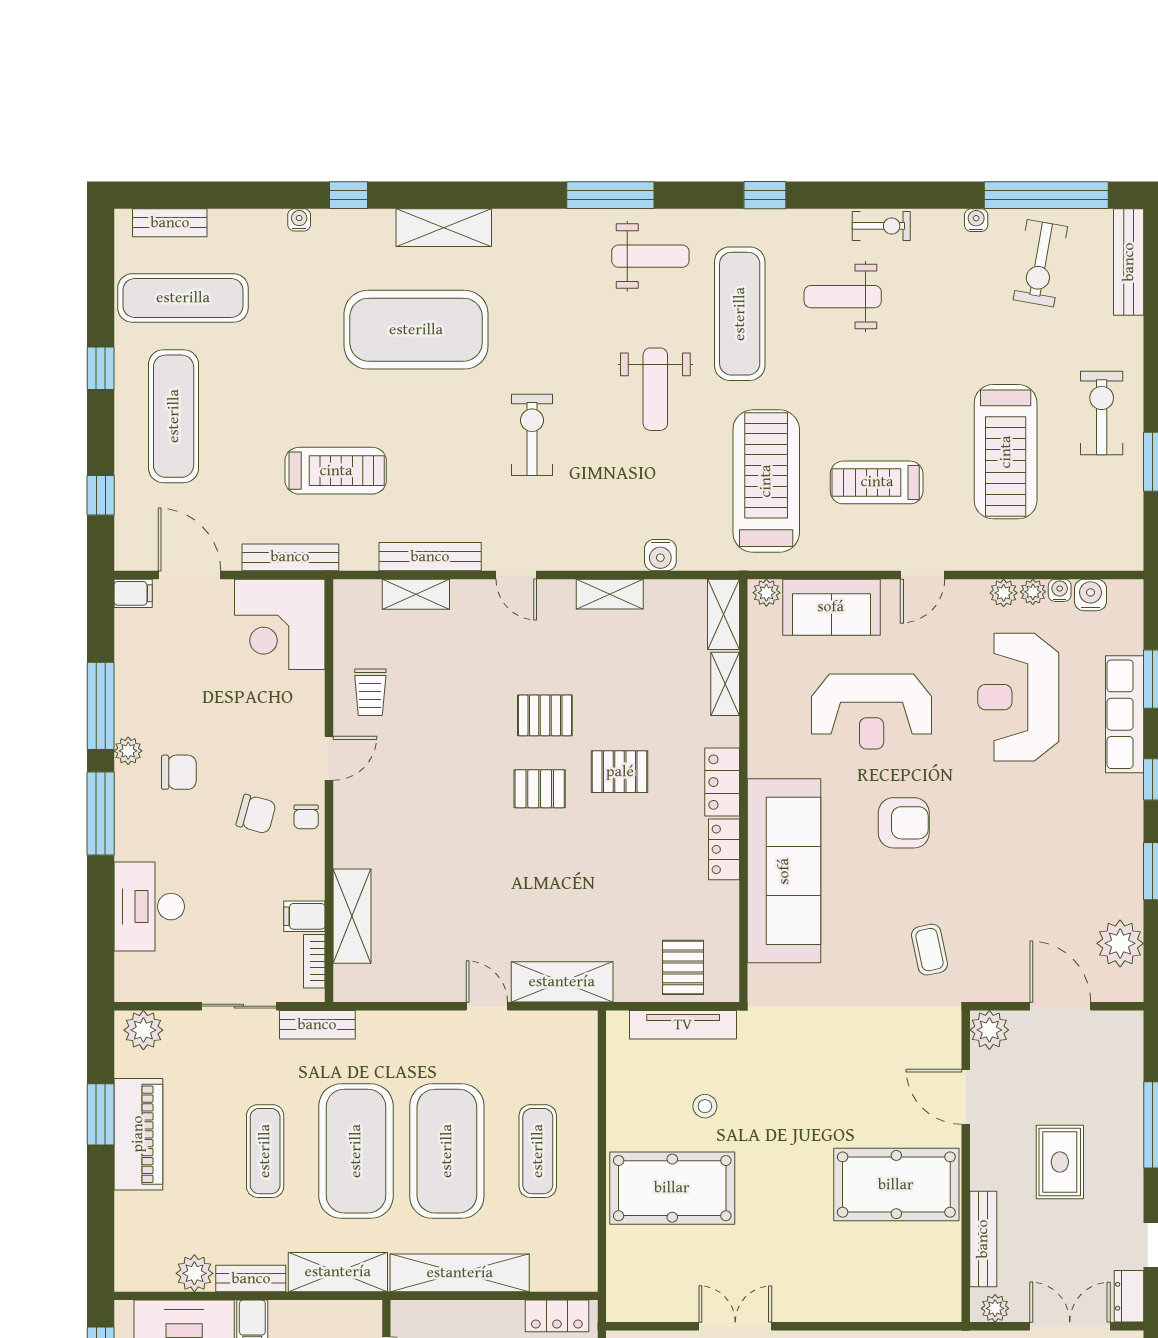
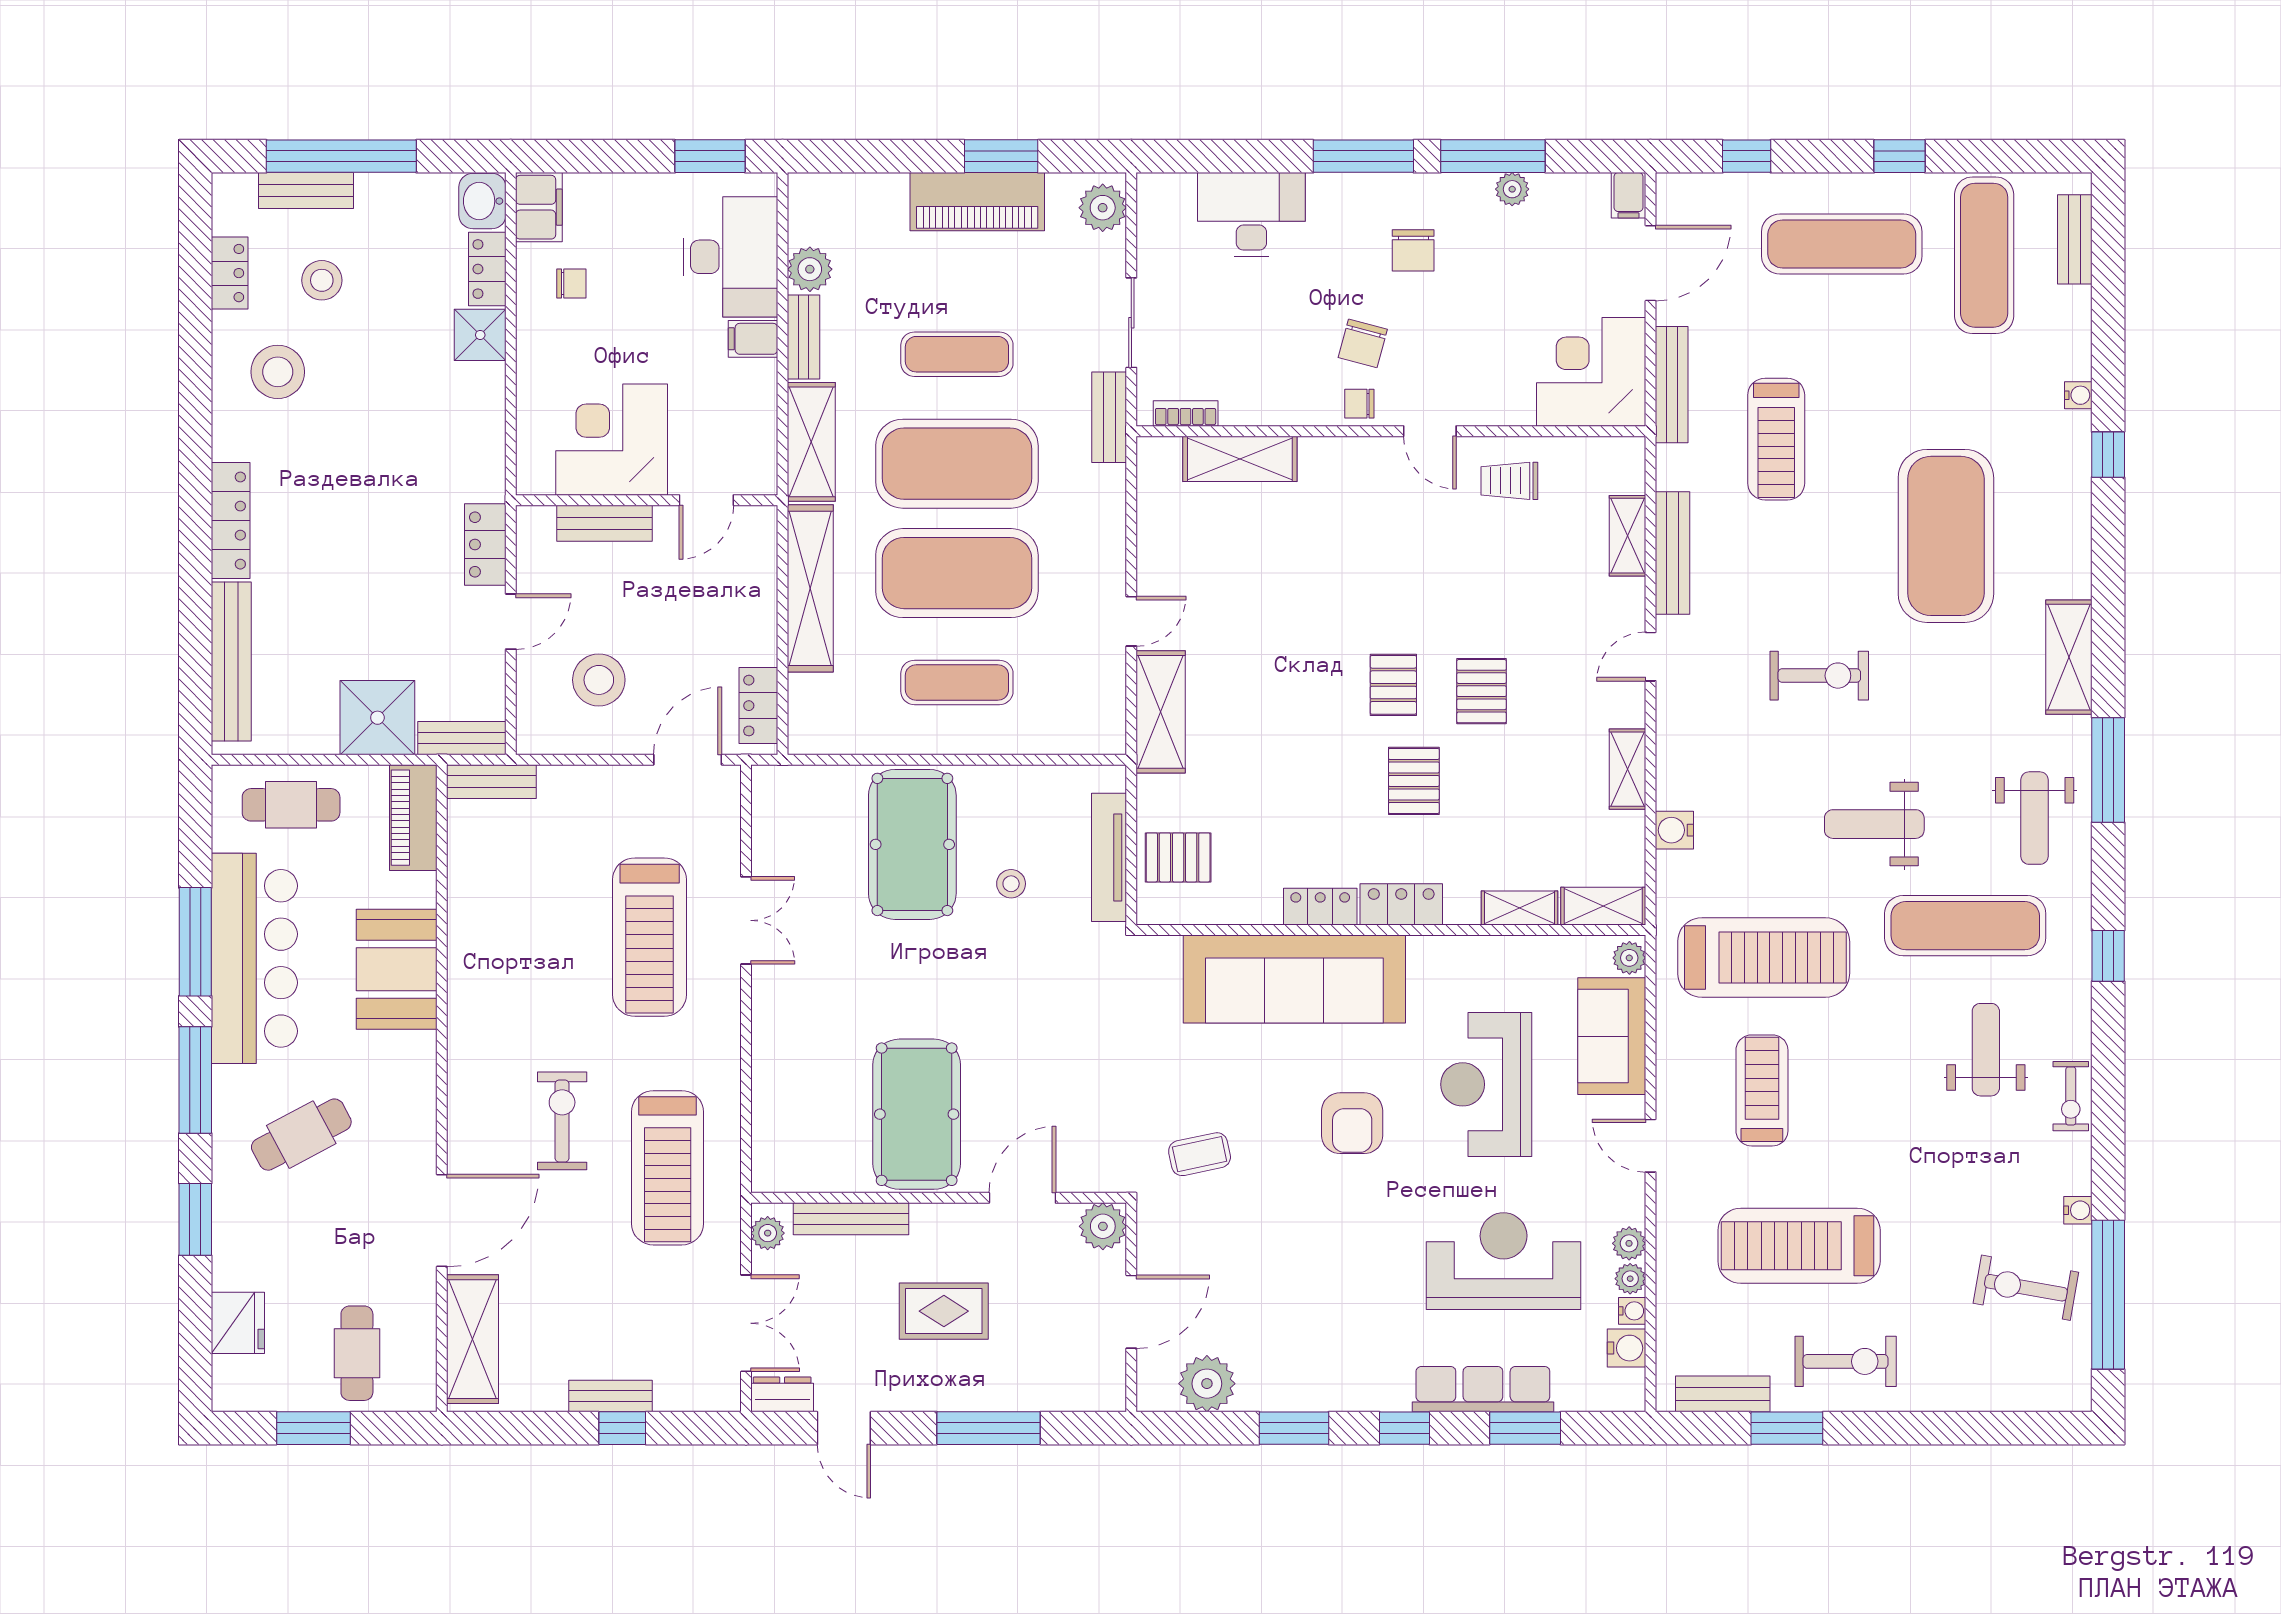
shelving: (444, 228) -> (2069, 657), moved
bench: (1129, 262) -> (1723, 1394), moved, width x0.73
plant: (128, 751) -> (1512, 189), moved
filing cabinet: (304, 916) -> (1240, 402), removed

